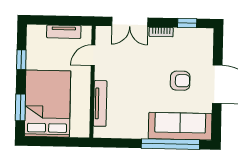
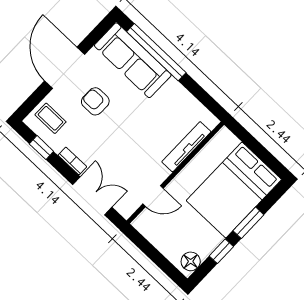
tv unit: (64, 32) -> (160, 241), removed
floor lamp: (34, 37) -> (191, 261), added
coffee table: (198, 46) -> (50, 118), added
window: (20, 107) -> (248, 223), moved

